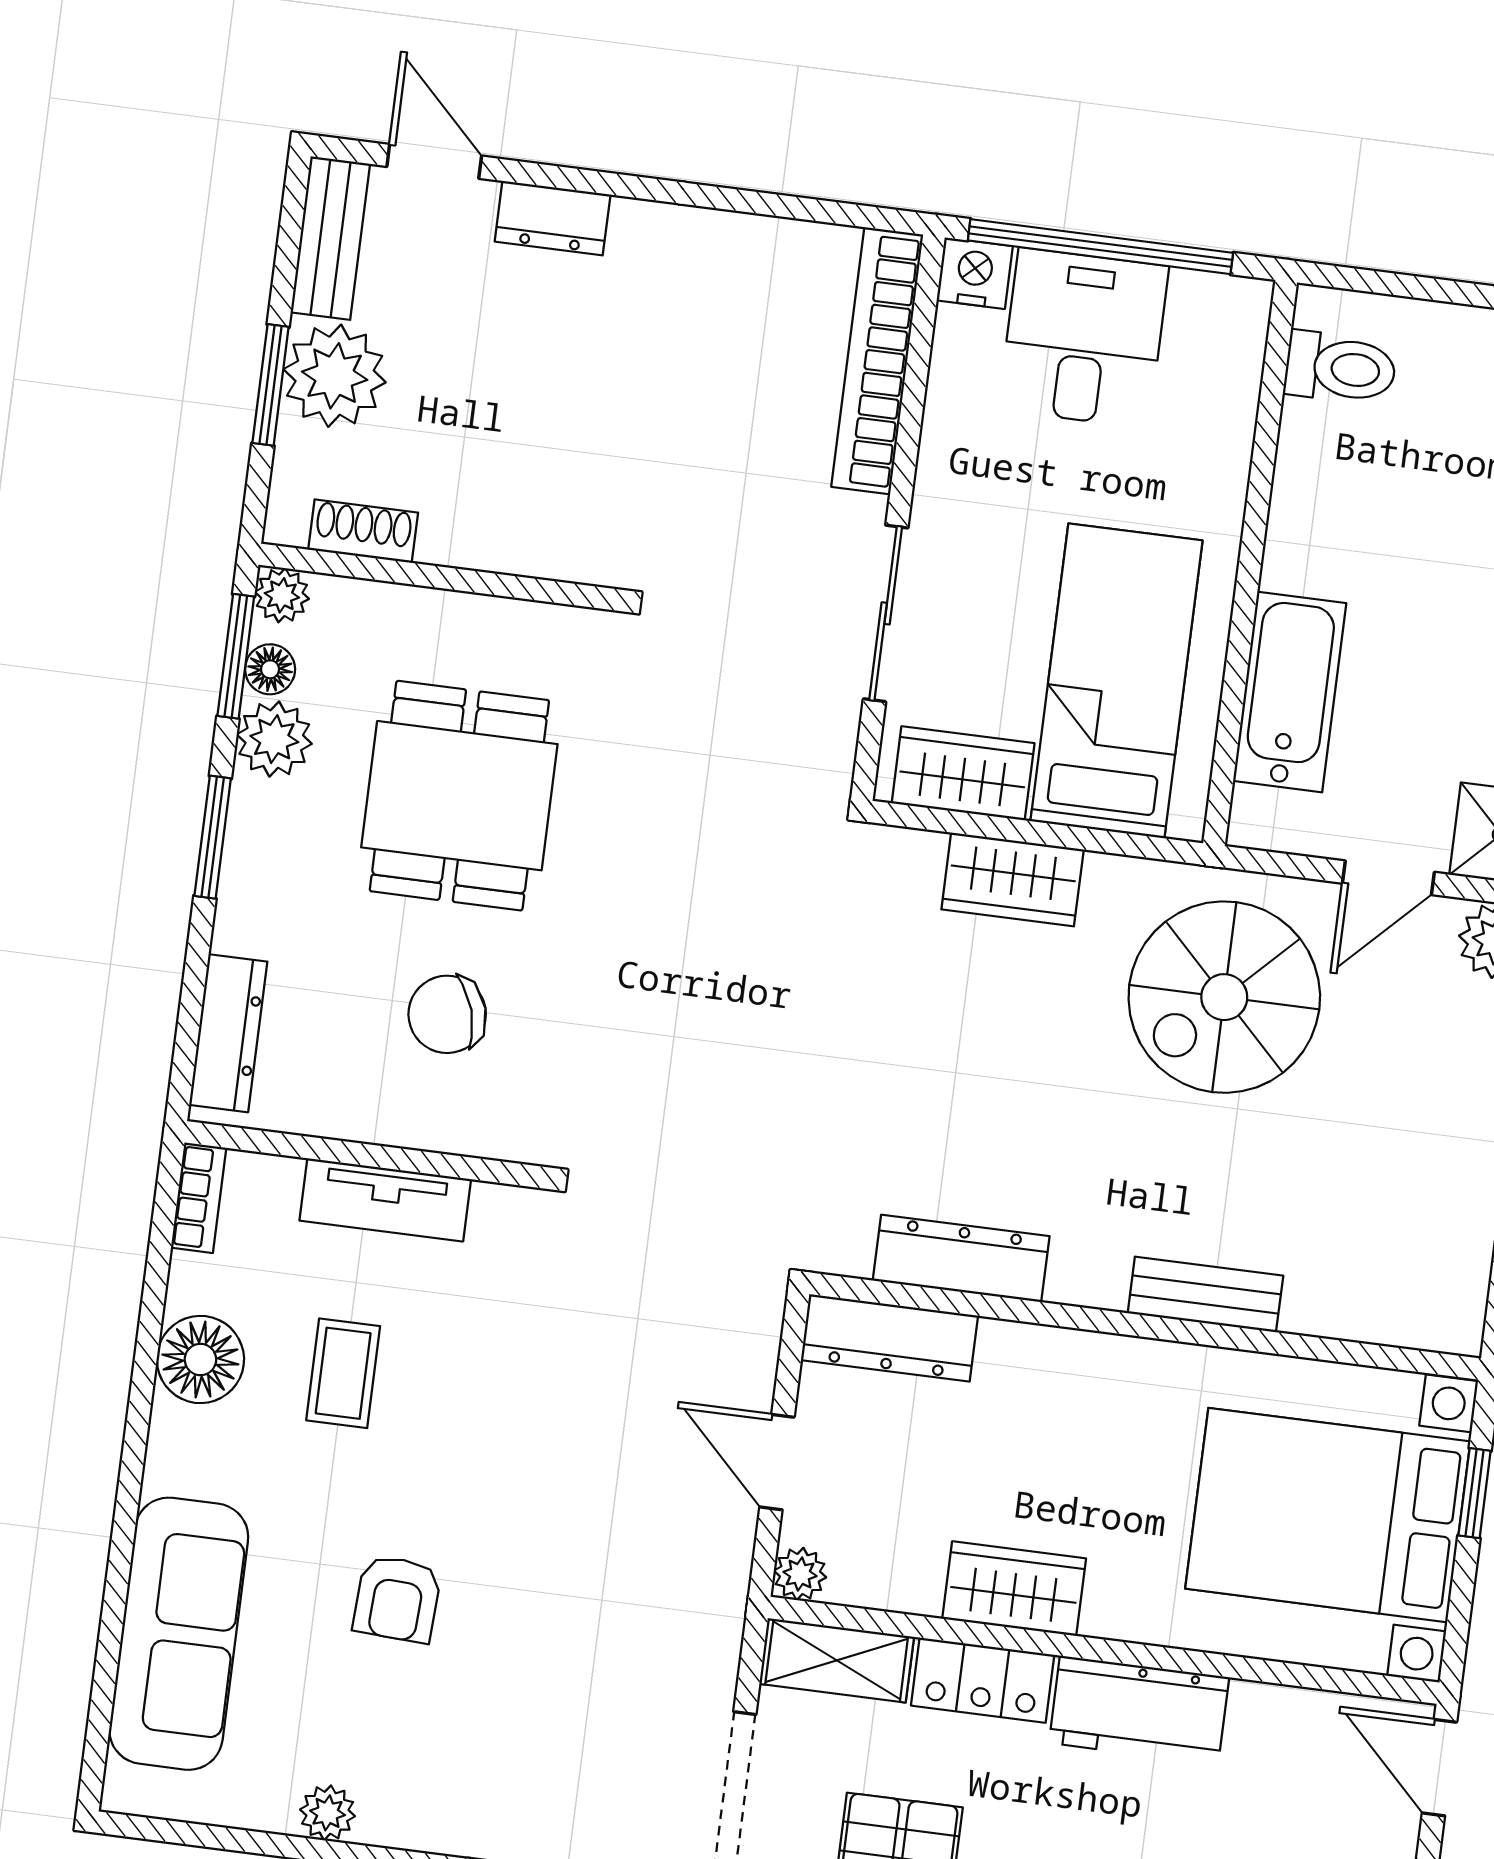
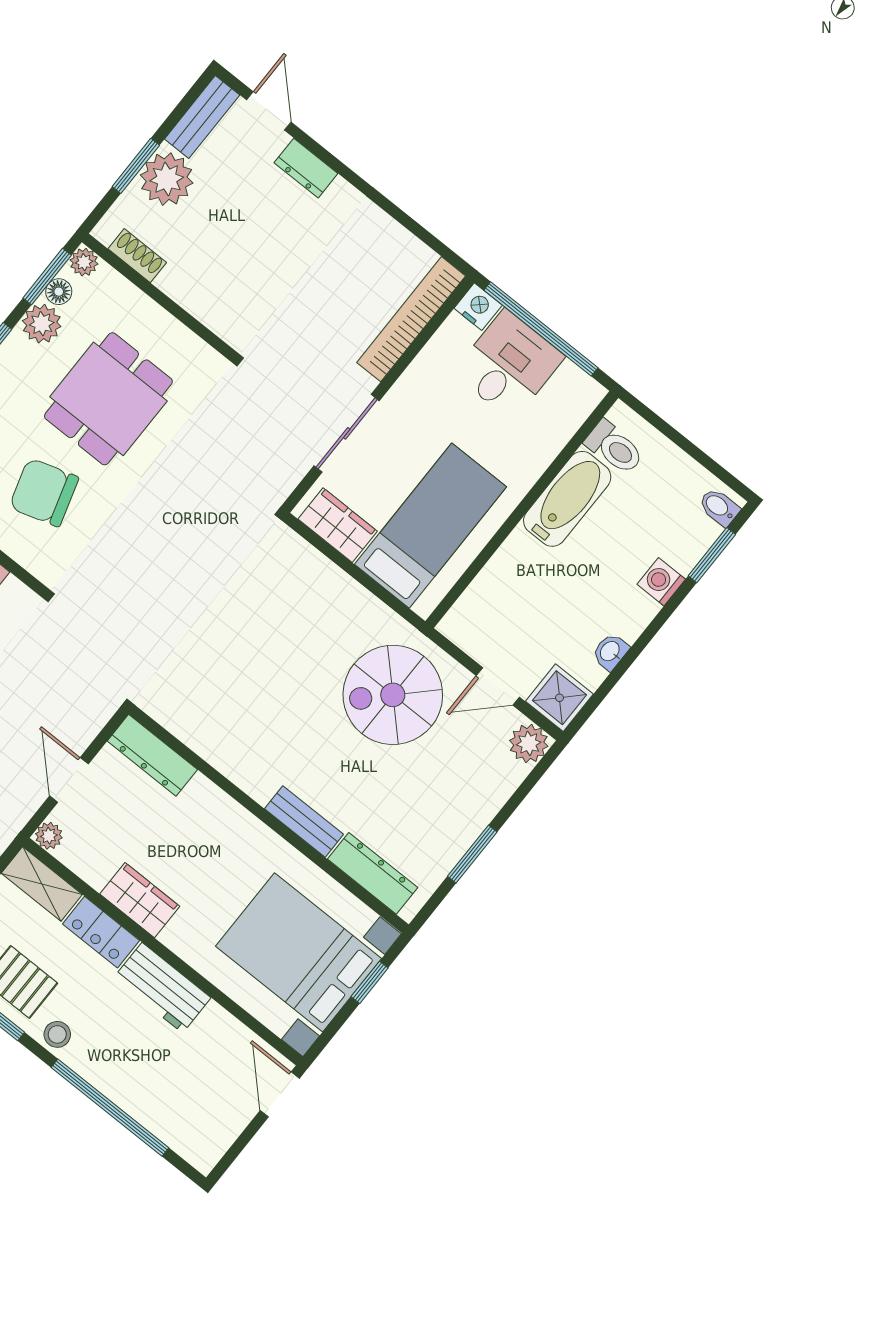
bathtub: (1290, 692) -> (567, 499), moved
wardrobe: (1013, 879) -> (331, 585), removed
chair: (447, 1014) -> (44, 492), width x1.37, depth x1.37
dresser: (961, 1258) -> (373, 873), moved

